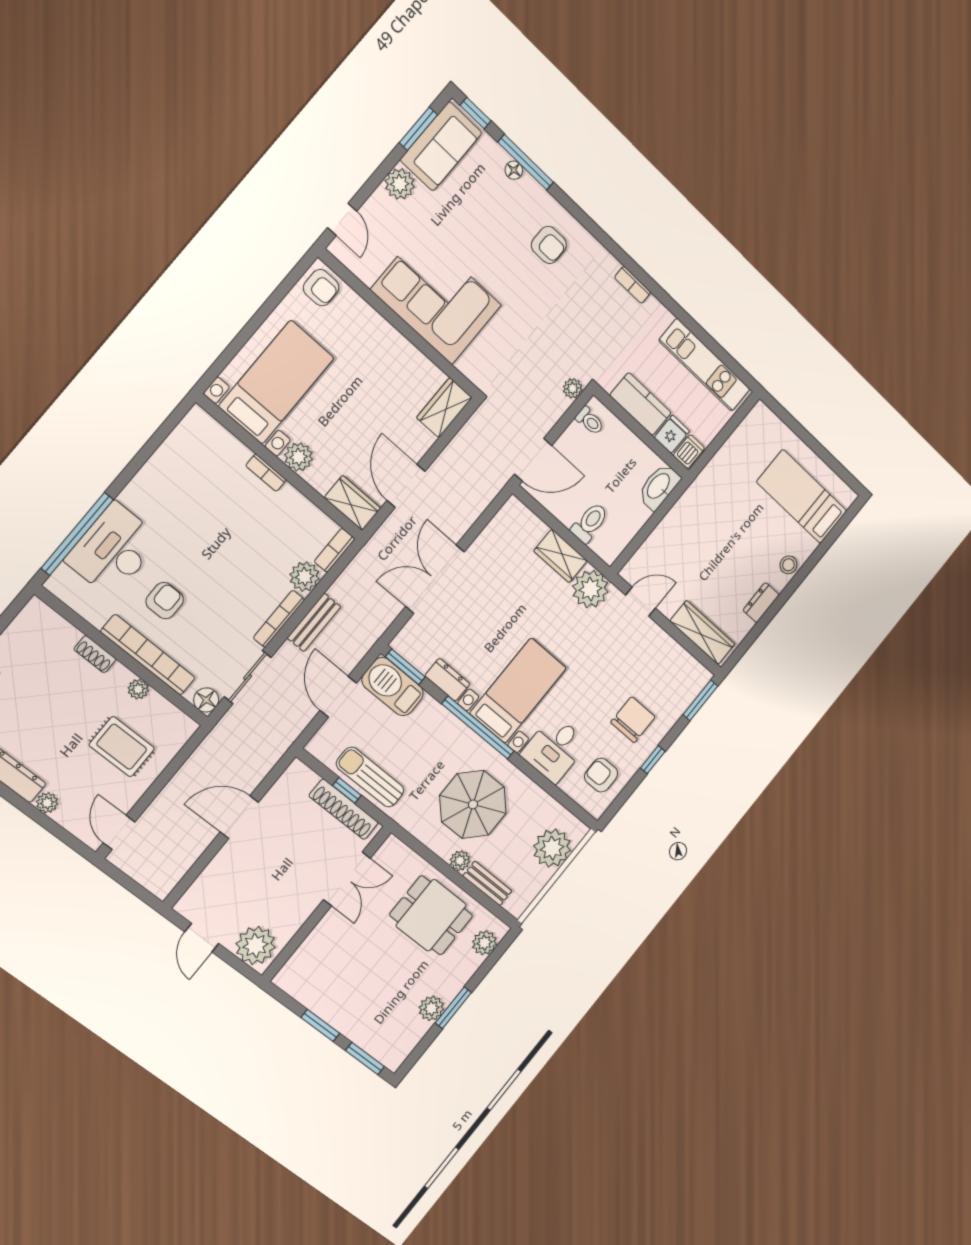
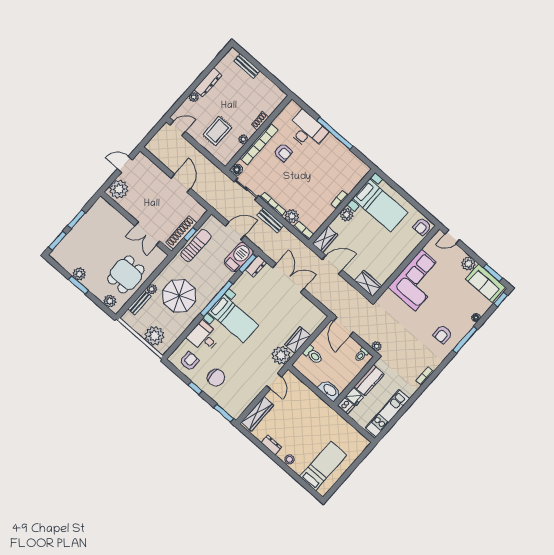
window: (526, 162) -> (465, 340), moved
window: (77, 534) -> (335, 133), moved
dresser: (447, 680) -> (256, 266), moved

